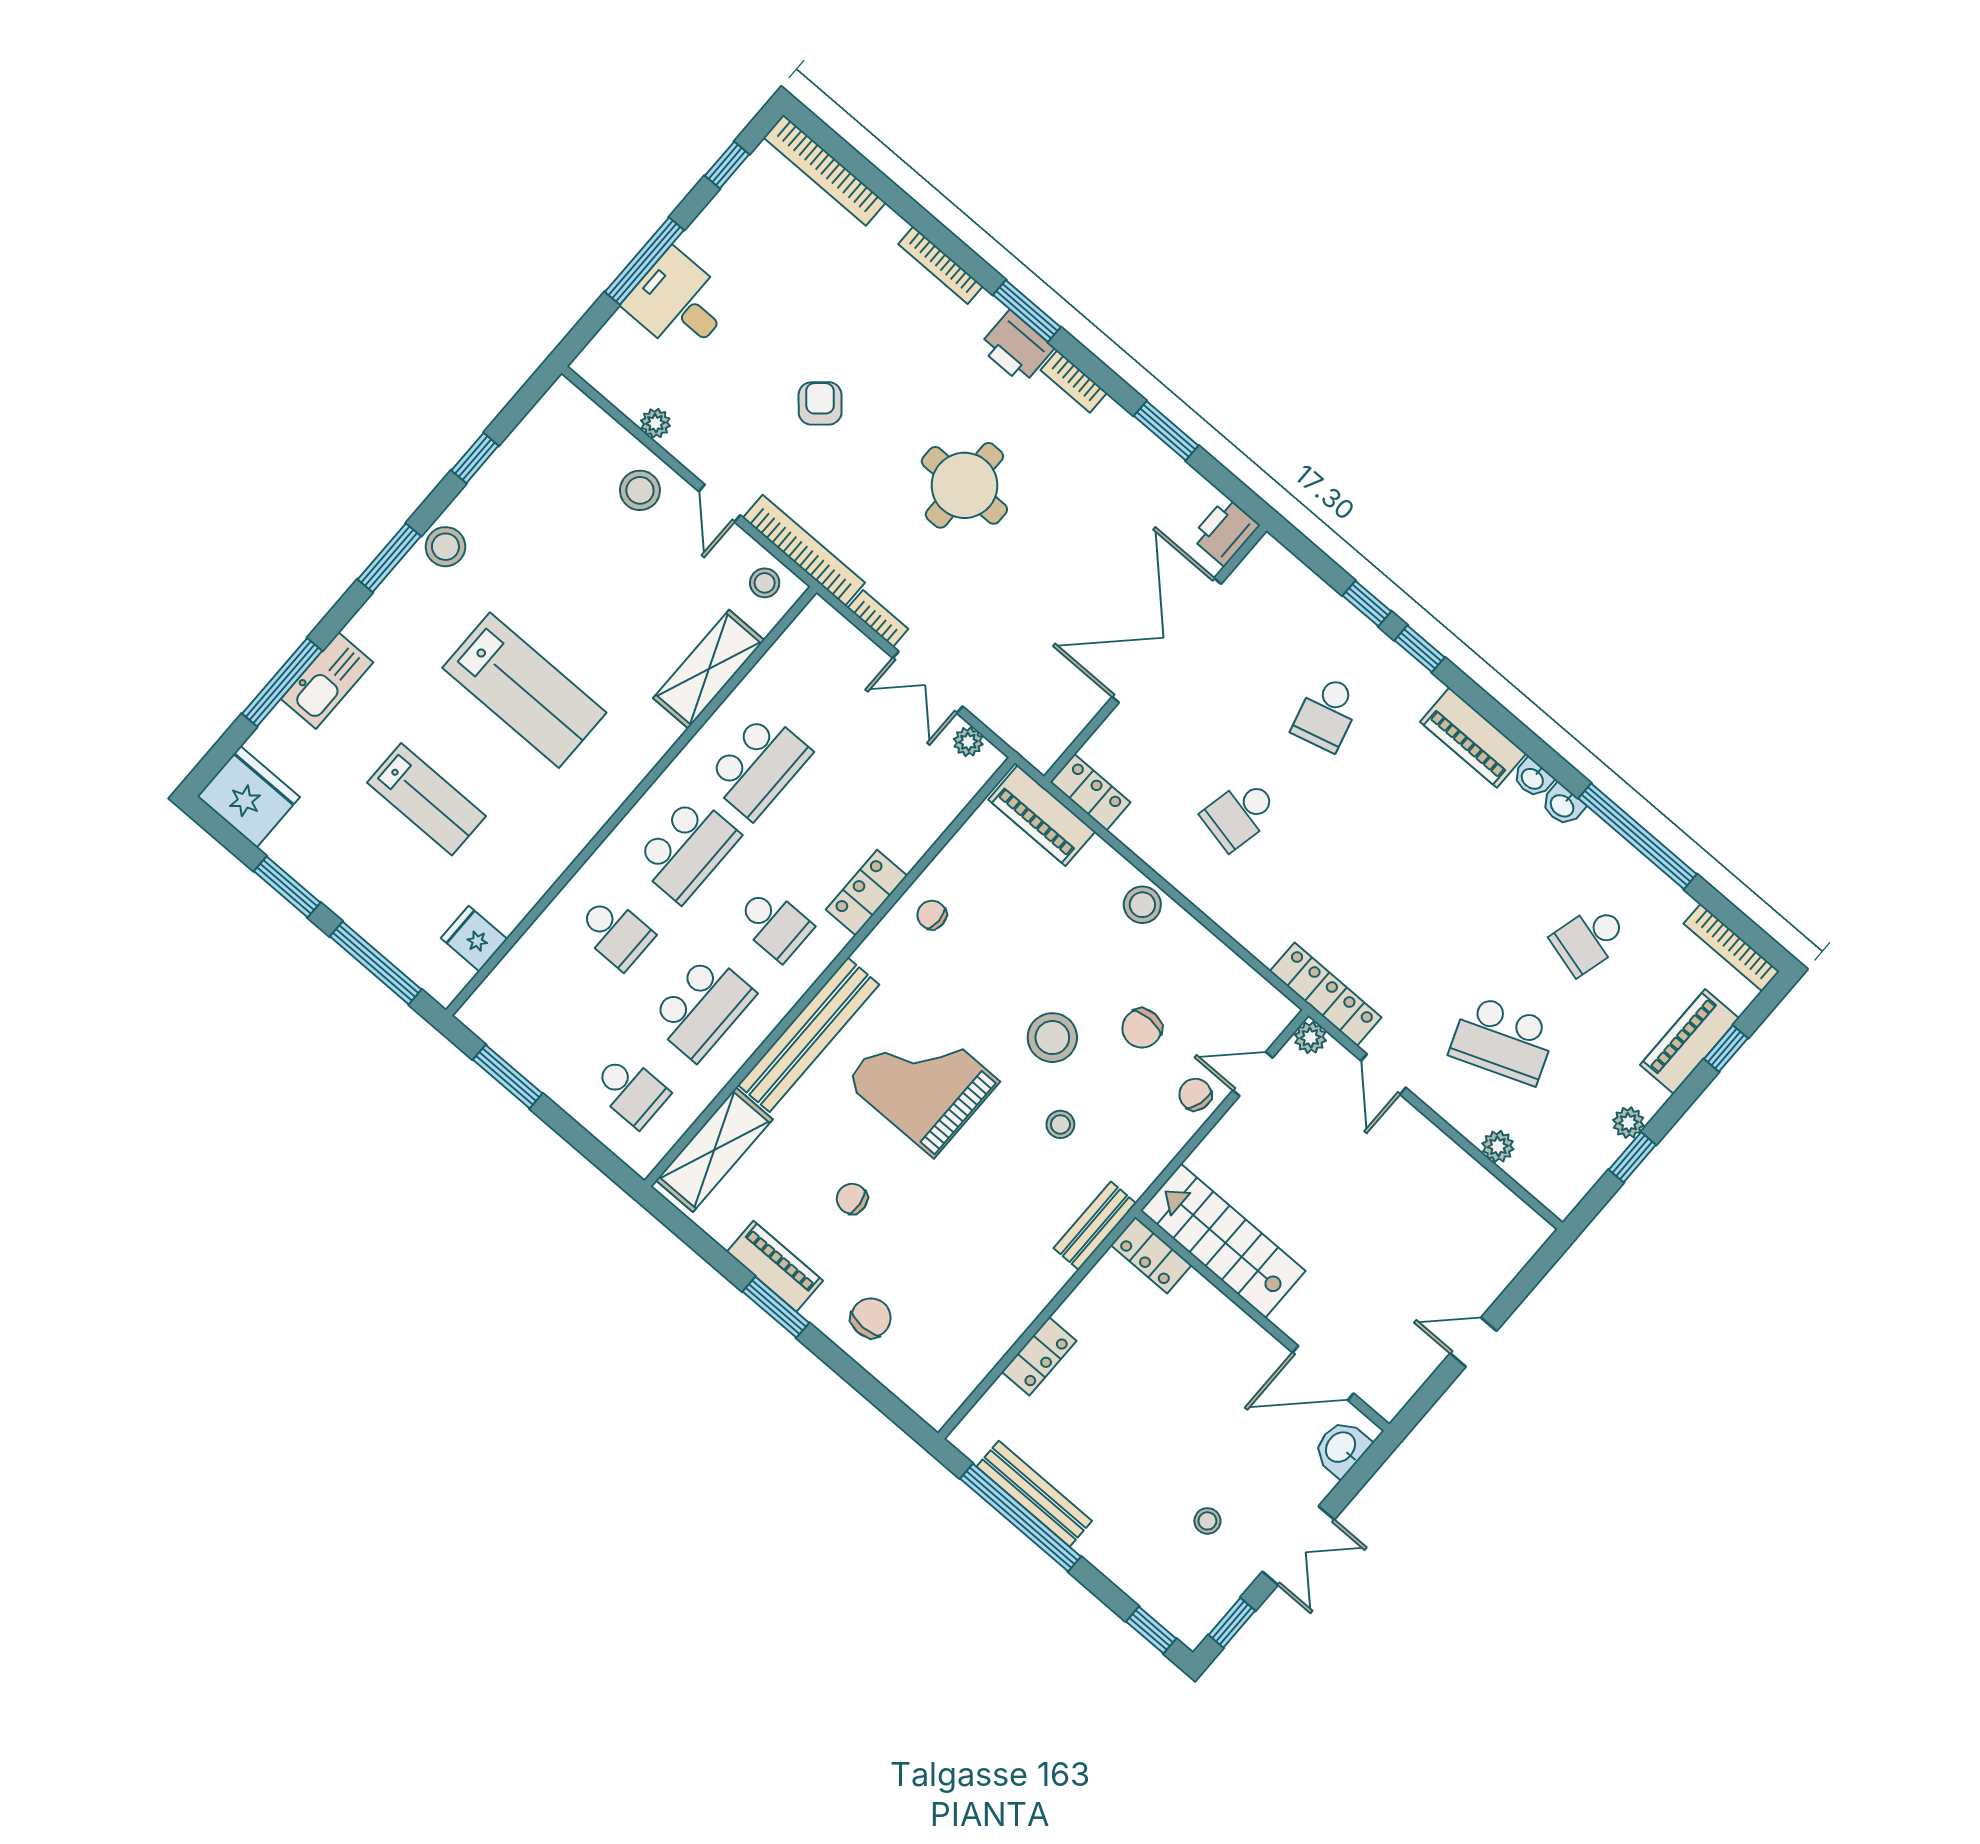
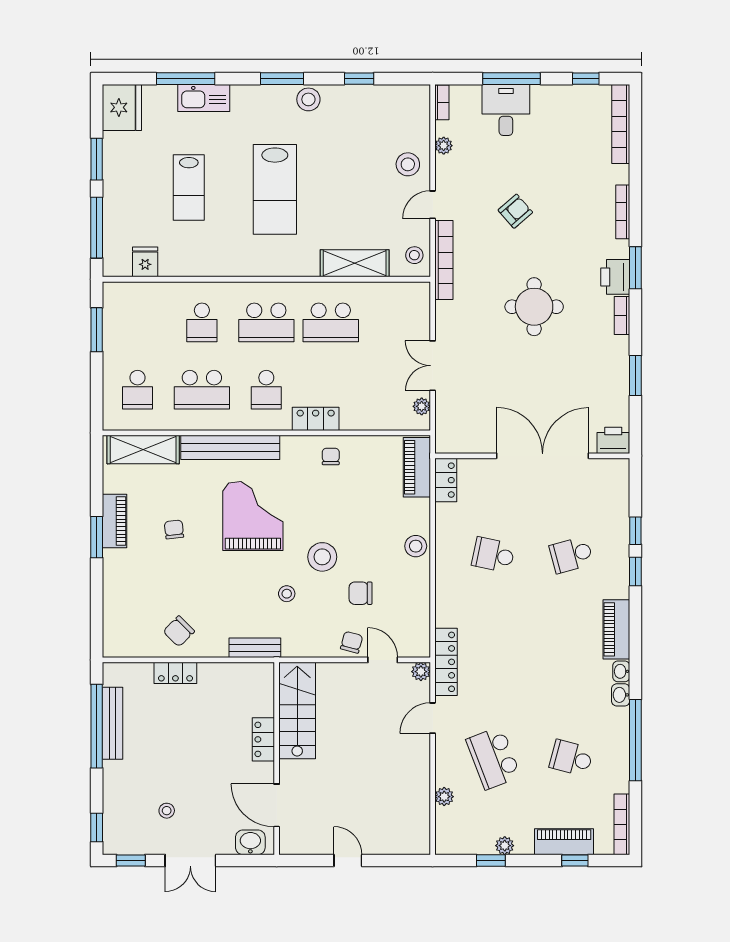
bookcase: (878, 618) -> (442, 102), moved
locker: (1151, 1255) -> (263, 739), moved
chair: (871, 1318) -> (179, 631), moved, turned 135

